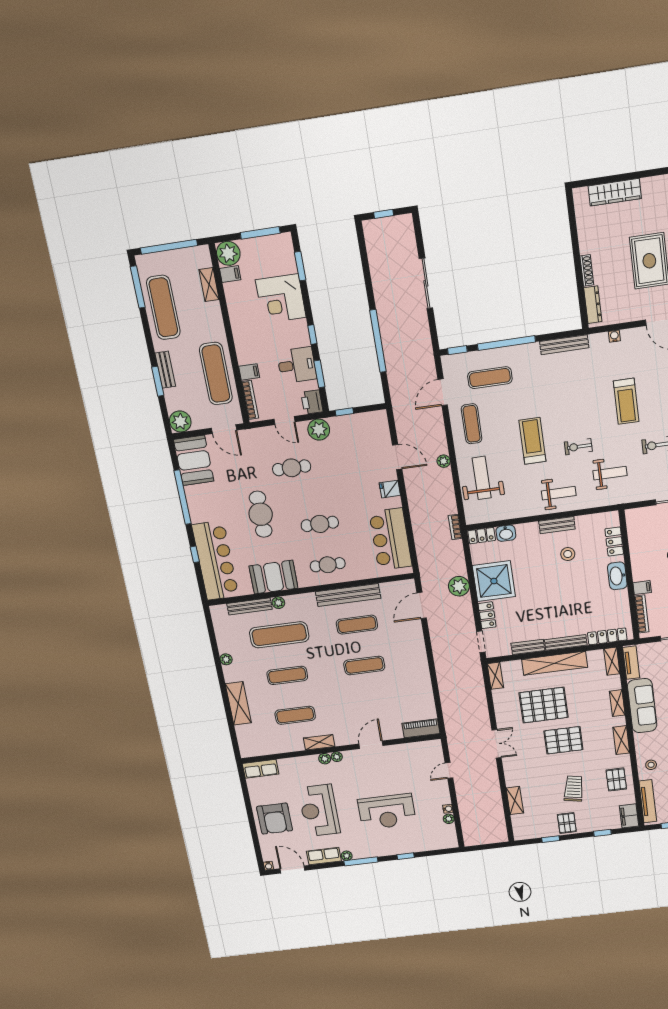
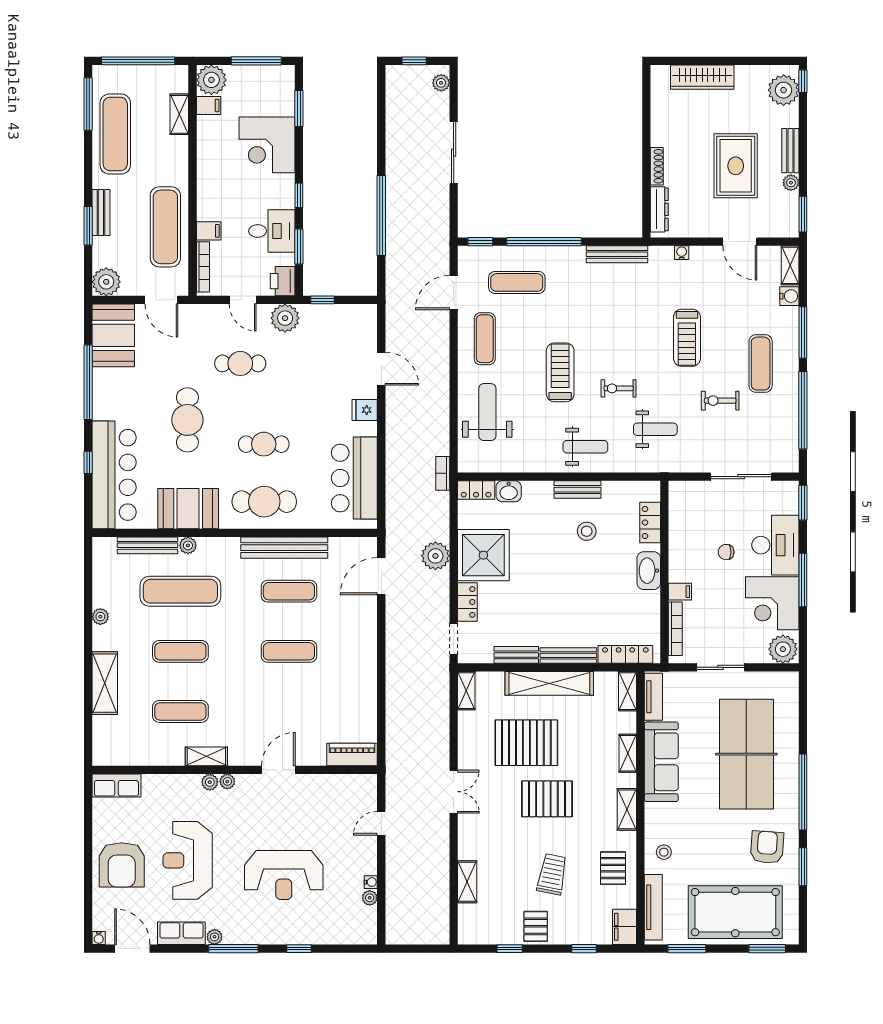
plant: (444, 461) -> (441, 83), moved
cafe table: (328, 565) -> (264, 502), width x1.37, depth x1.35

